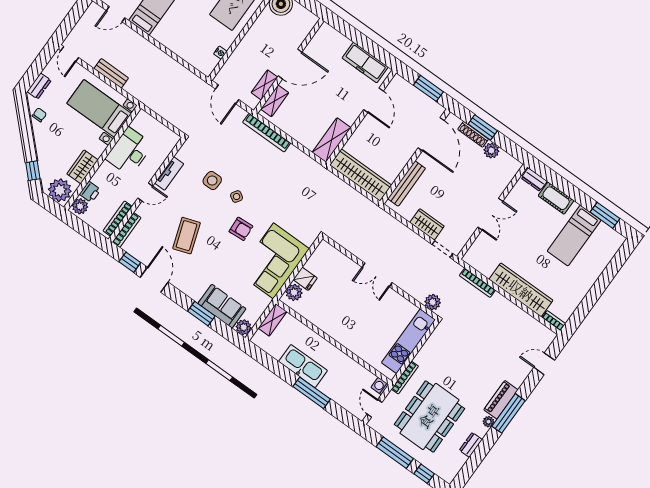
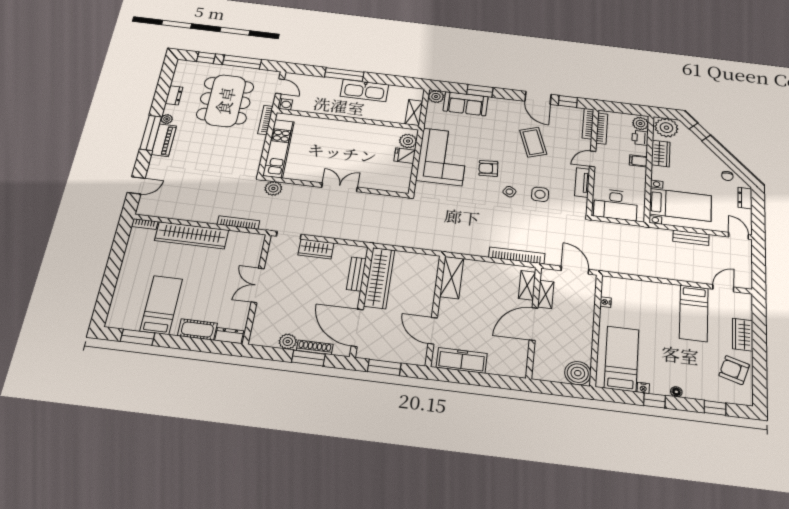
desk: (129, 152) -> (615, 205), moved, turned 90
filing cabinet: (107, 170) -> (638, 161), added
wardrobe: (361, 175) -> (379, 278), moved, turned -90
bench: (407, 183) -> (356, 274), width x0.73

